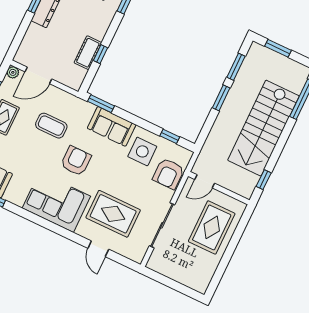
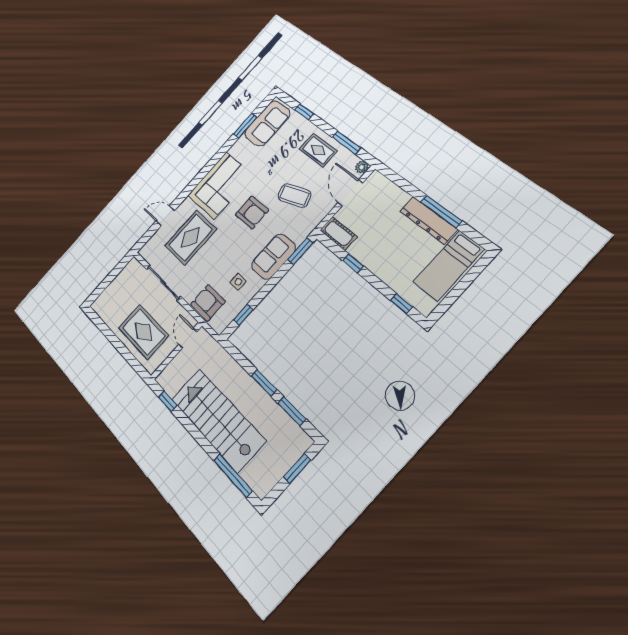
cot: (88, 53) -> (338, 233), moved
coffee table: (51, 126) -> (294, 195), turned 71
side table: (142, 151) -> (238, 282), width x0.54, depth x0.54

